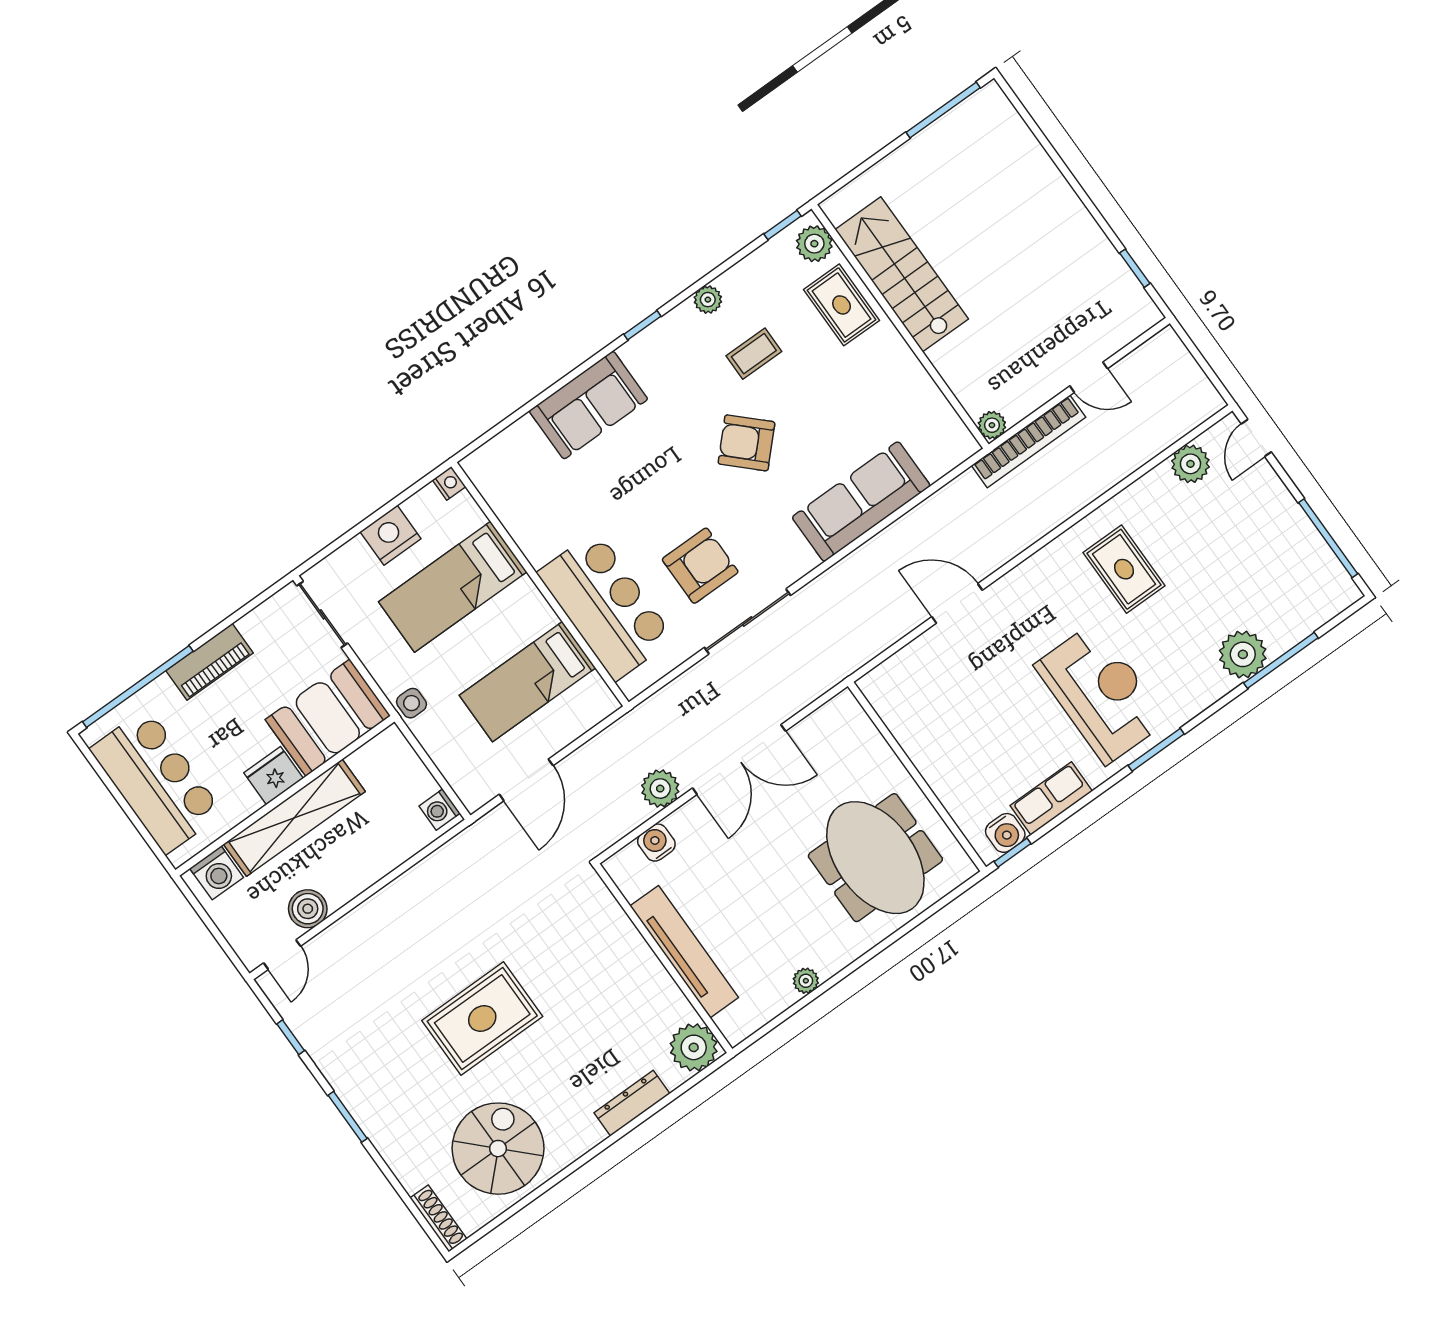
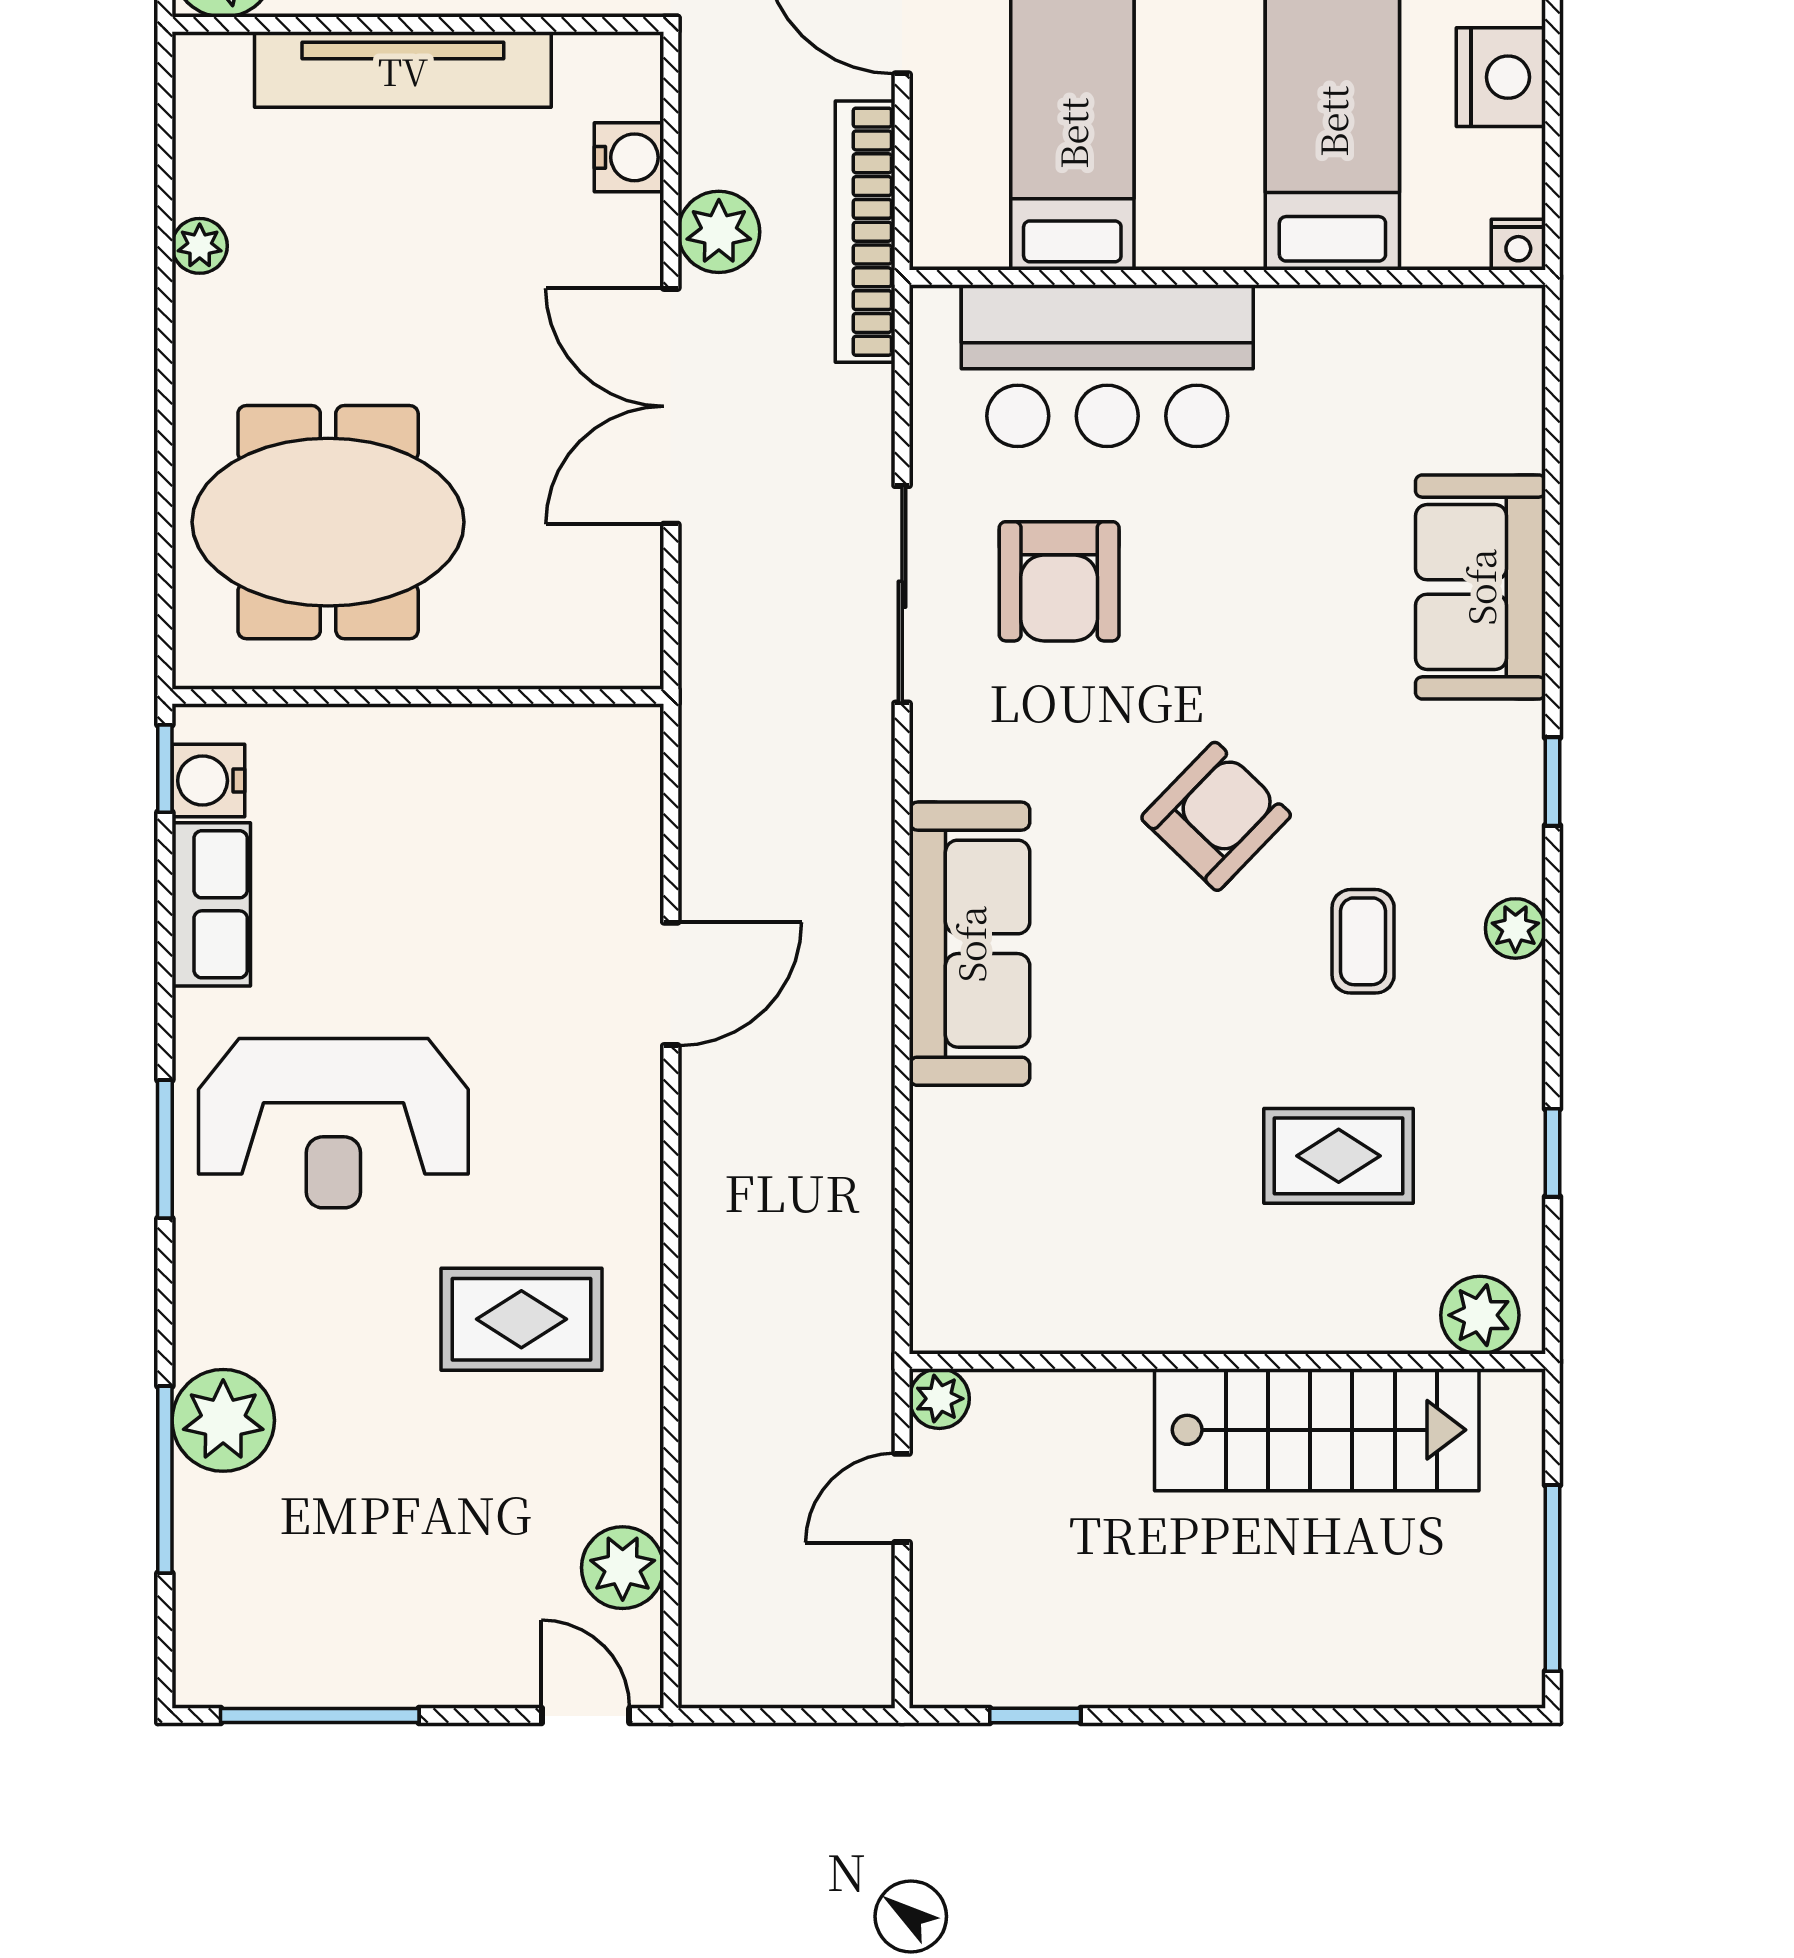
plant: (814, 244) -> (1480, 1315), moved
stairs: (902, 274) -> (1317, 1430), moved
wall: (900, 326) -> (1227, 1361), moved
plant: (992, 425) -> (939, 1399), moved
bookcase: (1028, 441) -> (865, 232), moved

